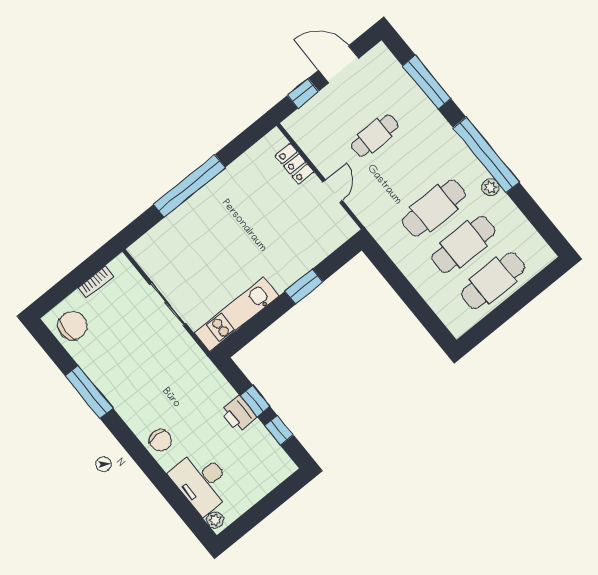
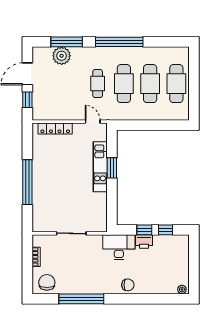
cafe table: (375, 136) -> (98, 84), moved
locker: (295, 164) -> (55, 128), width x1.53
plant: (490, 187) -> (62, 56), moved, width x1.88, depth x1.88
door: (333, 191) -> (93, 122), moved
kitchen unit: (236, 314) -> (100, 167), moved
window: (89, 392) -> (81, 299), width x1.46
desk: (202, 481) -> (119, 247), moved, turned 180

